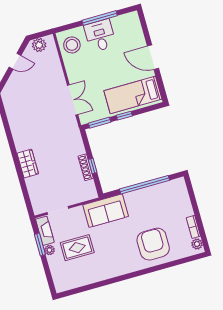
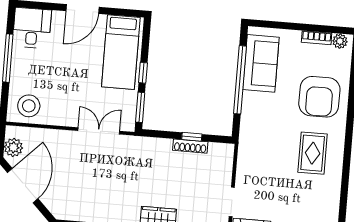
desk: (100, 36) -> (32, 28), moved, turned 90
door: (15, 61) -> (23, 186), width x1.88
sofa: (106, 211) -> (261, 63), moved
armchair: (153, 244) -> (319, 97), turned -90
rug: (77, 248) -> (313, 153), moved

